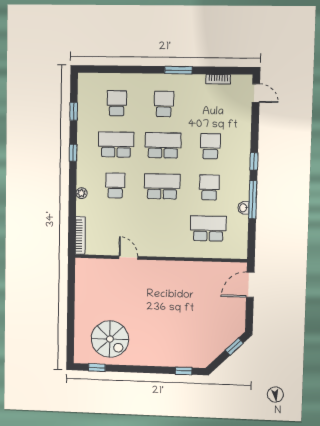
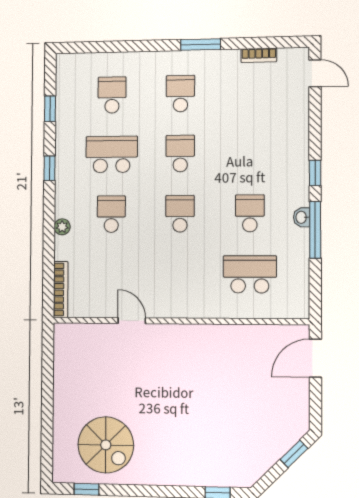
school desk: (163, 145) -> (180, 154), width x0.54
school desk: (210, 146) -> (250, 153), removed
school desk: (162, 186) -> (180, 214), width x0.54
washbasin: (243, 208) -> (302, 217), moved

